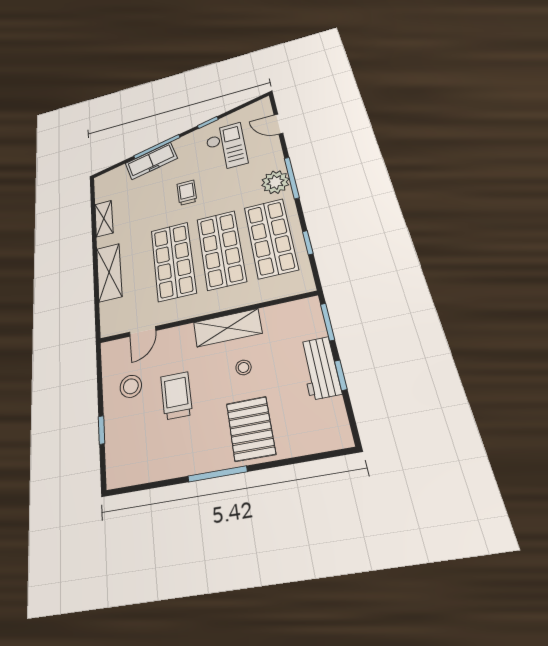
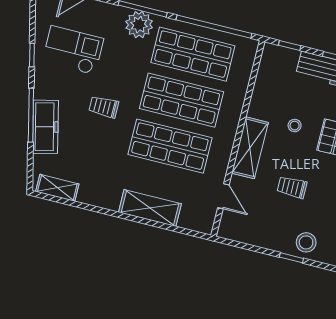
shelving: (104, 219) -> (57, 188), moved
window: (308, 243) -> (214, 27), width x3.17
window: (327, 322) -> (290, 46), width x0.67
shelving: (227, 328) -> (250, 148), moved
stool: (131, 386) -> (306, 242), moved
trolley: (176, 396) -> (292, 187), width x0.73, depth x0.72

